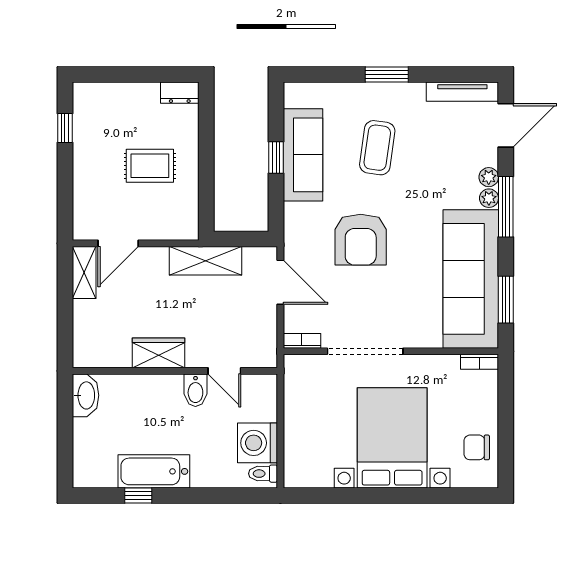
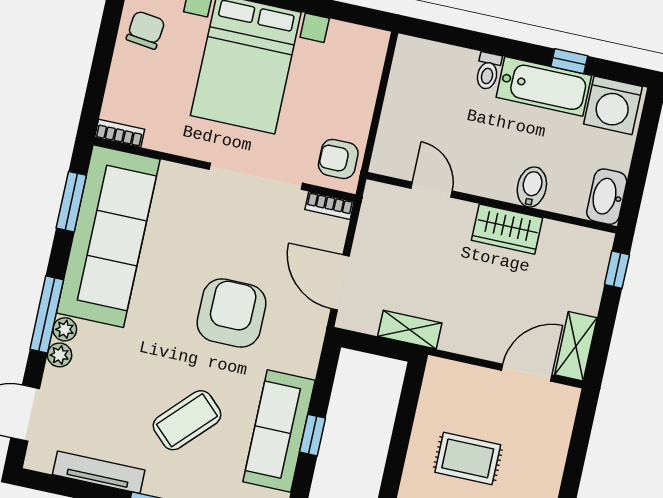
tv unit: (462, 92) -> (99, 472), moved
coffee table: (377, 148) -> (187, 420), turned 36
shelving: (205, 261) -> (410, 330), width x0.67, depth x0.75
window: (65, 340) -> (617, 270), added
armchair: (303, 379) -> (338, 159), added
bidet: (195, 390) -> (532, 187), moved
washing machine: (258, 443) -> (613, 105), moved, turned 90
chair: (477, 447) -> (146, 30), turned -83
toilet: (263, 474) -> (488, 71), moved, turned 90

